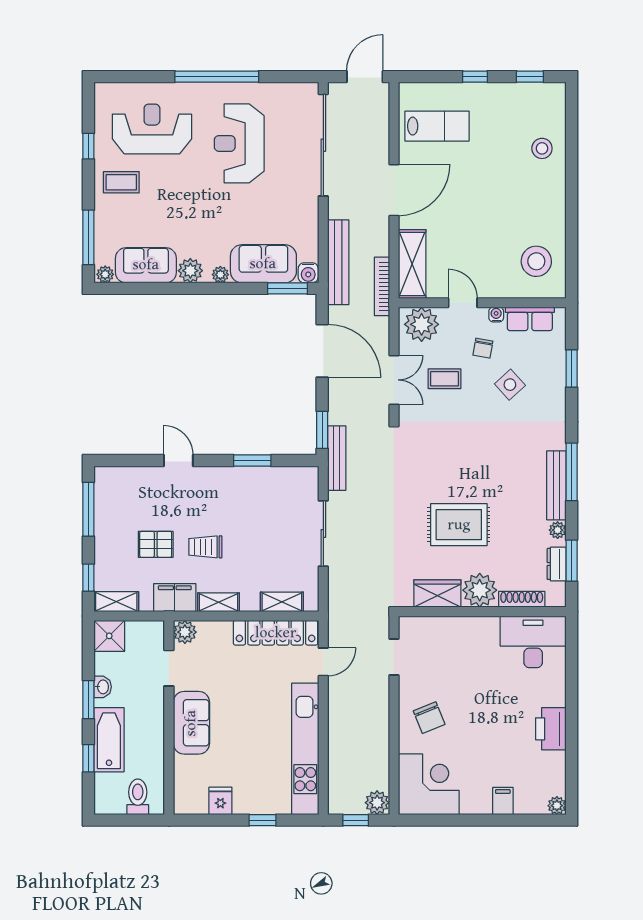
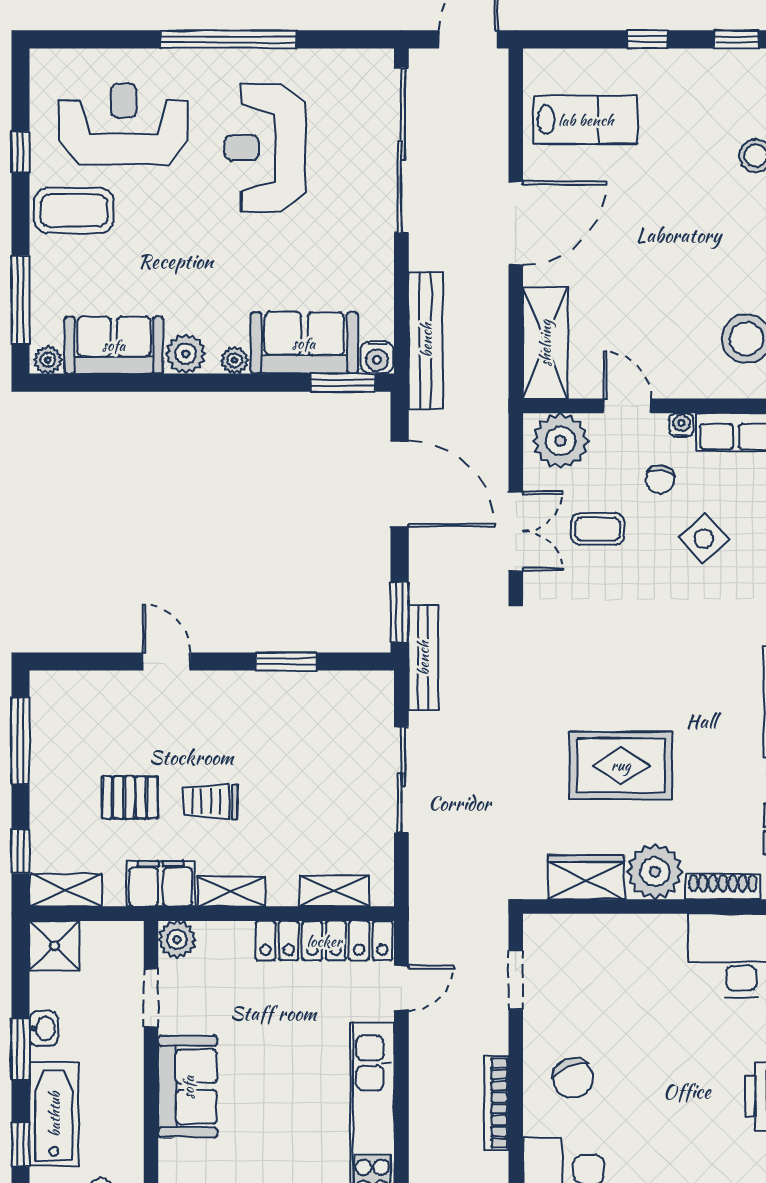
coffee table: (121, 182) -> (74, 211), width x1.36, depth x1.30
bookcase: (382, 286) -> (496, 1103), moved

